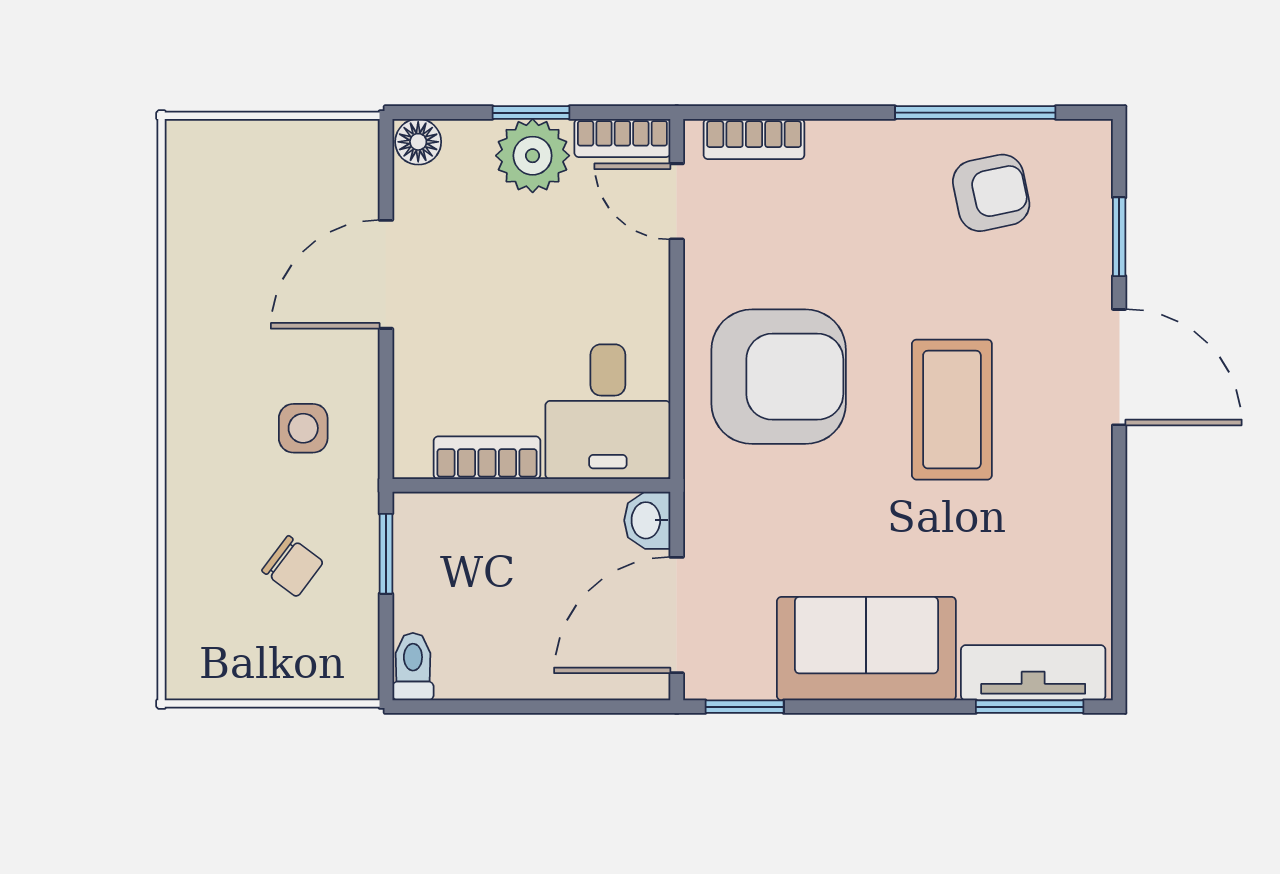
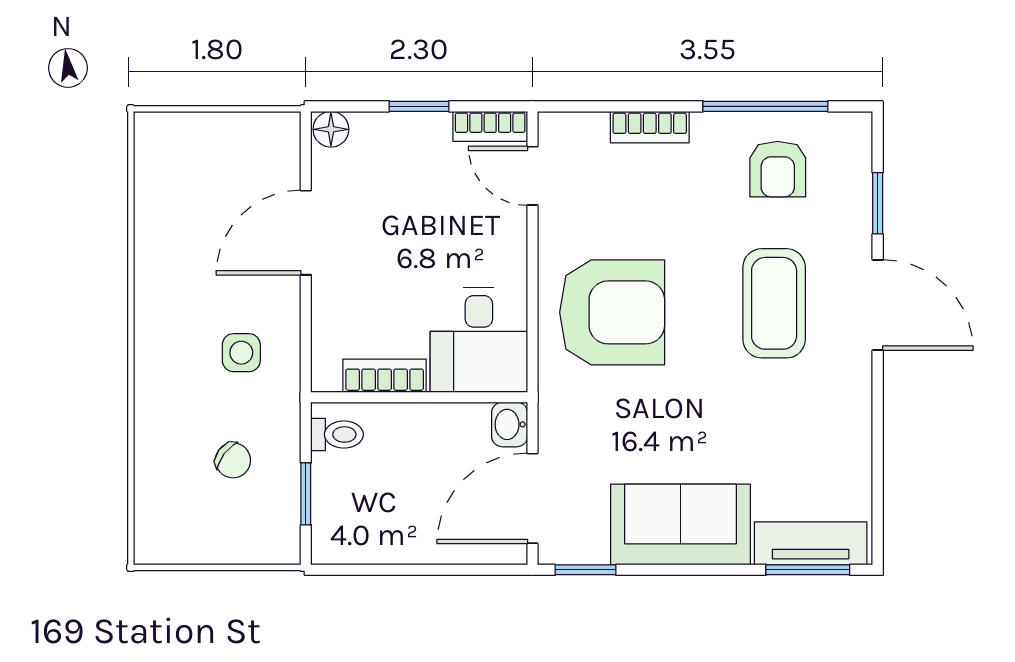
bookcase: (754, 139) -> (650, 127), moved
plant: (533, 156) -> (420, 140), removed
armchair: (991, 193) -> (778, 169), turned 102
coffee table: (952, 410) -> (774, 303), moved
window: (386, 554) -> (306, 494), moved
toilet: (413, 667) -> (337, 434), moved, turned 90

